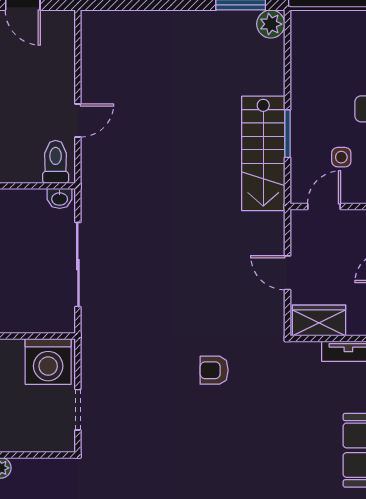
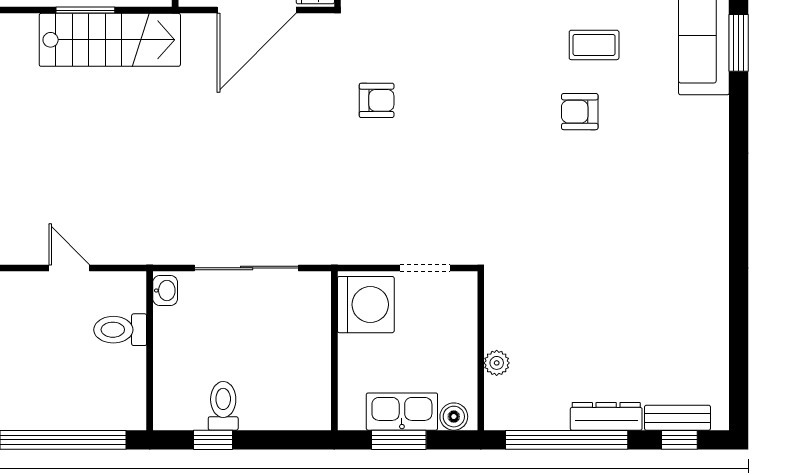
toilet: (56, 162) -> (120, 330), moved
door: (287, 273) -> (257, 10), width x1.88
armchair: (214, 370) -> (377, 100), turned -90

